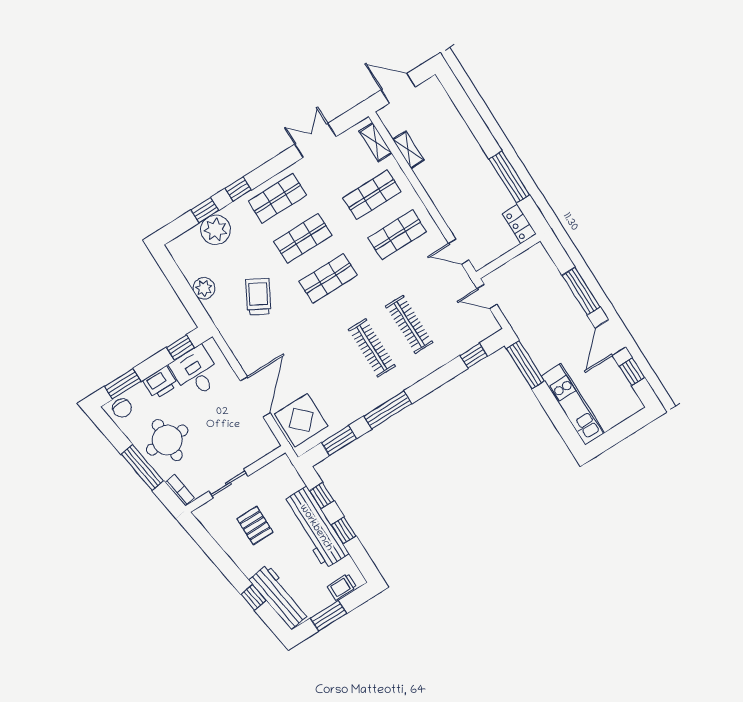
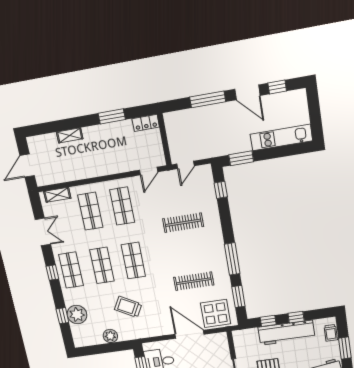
double door: (315, 140) -> (43, 232), swing flipped
shelving: (408, 150) -> (70, 135), moved
window: (509, 177) -> (112, 116), width x0.69
window: (238, 189) -> (52, 273), moved
clothes rail: (372, 348) -> (194, 281), moved
window: (525, 365) -> (241, 158), width x0.69

